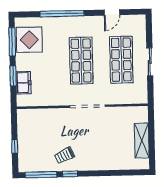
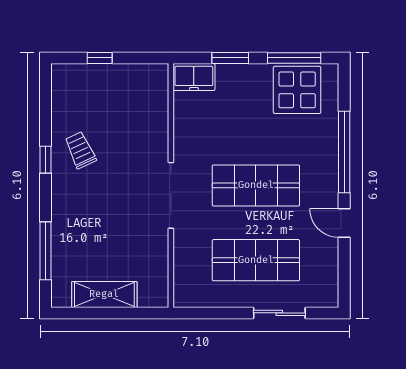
door: (112, 12) -> (344, 223), moved
sliding door: (150, 62) -> (279, 313), moved
freezer: (23, 83) -> (194, 77), moved
window: (41, 175) -> (46, 251), moved

